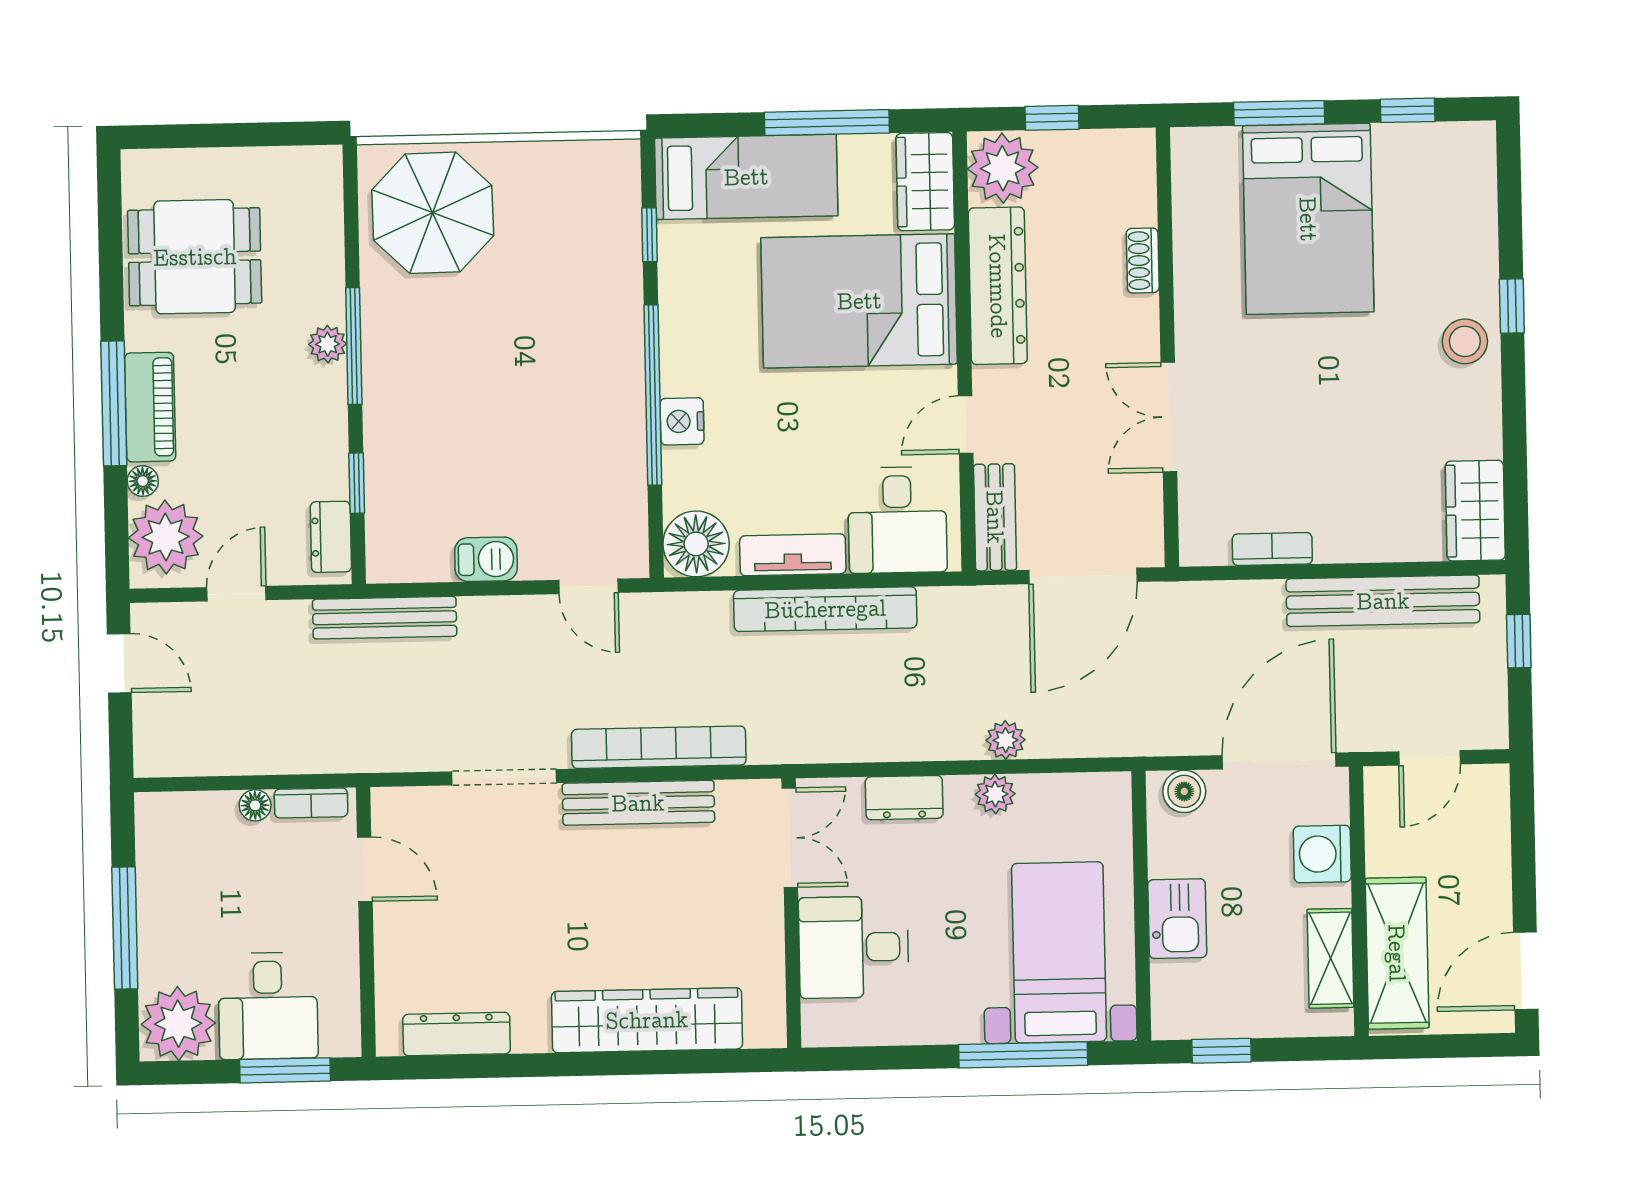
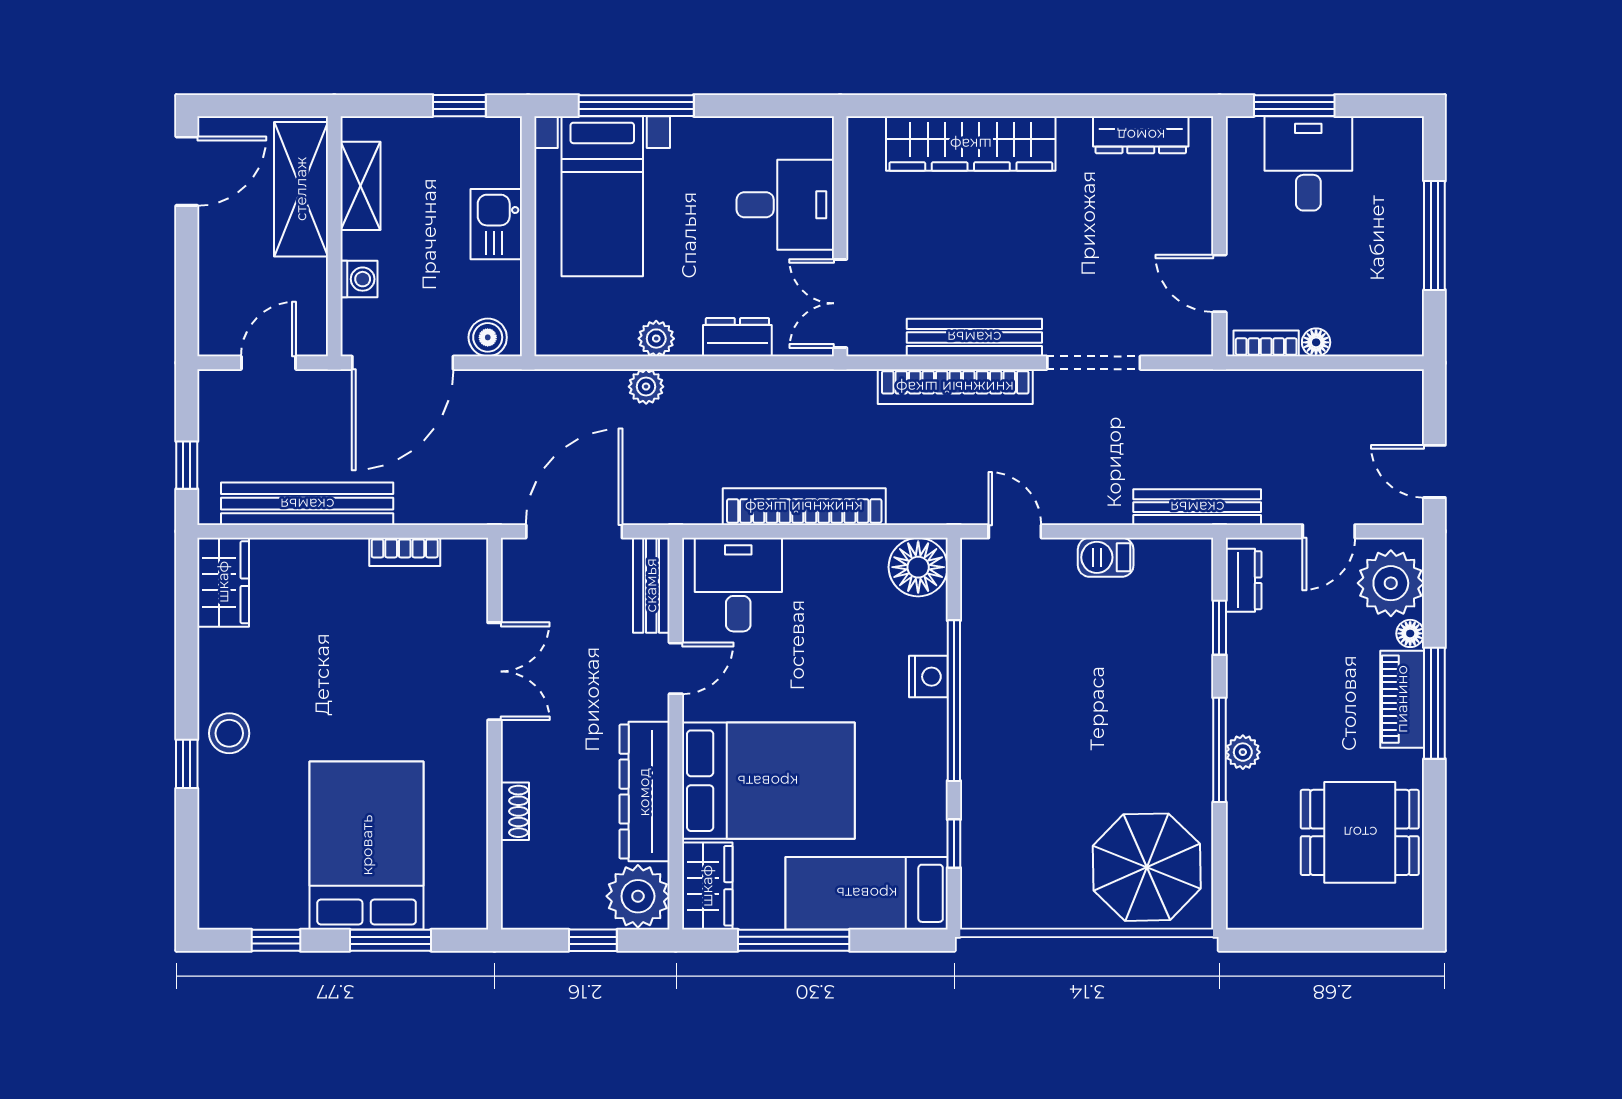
tv unit: (793, 555) -> (832, 556), removed
washing machine: (1322, 854) -> (359, 279), width x0.73, depth x0.73
plant: (178, 1024) -> (1389, 149), removed

